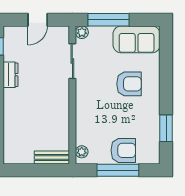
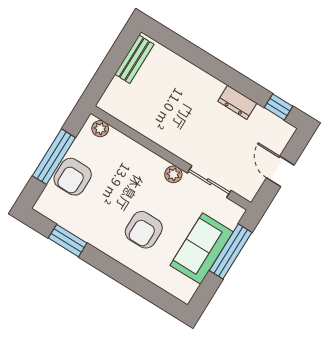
plant: (82, 32) -> (173, 174), moved
sofa: (137, 39) -> (202, 249), moved
bench: (52, 157) -> (134, 59), moved

